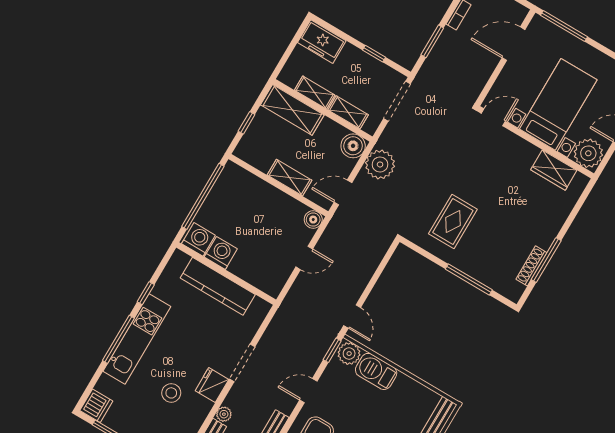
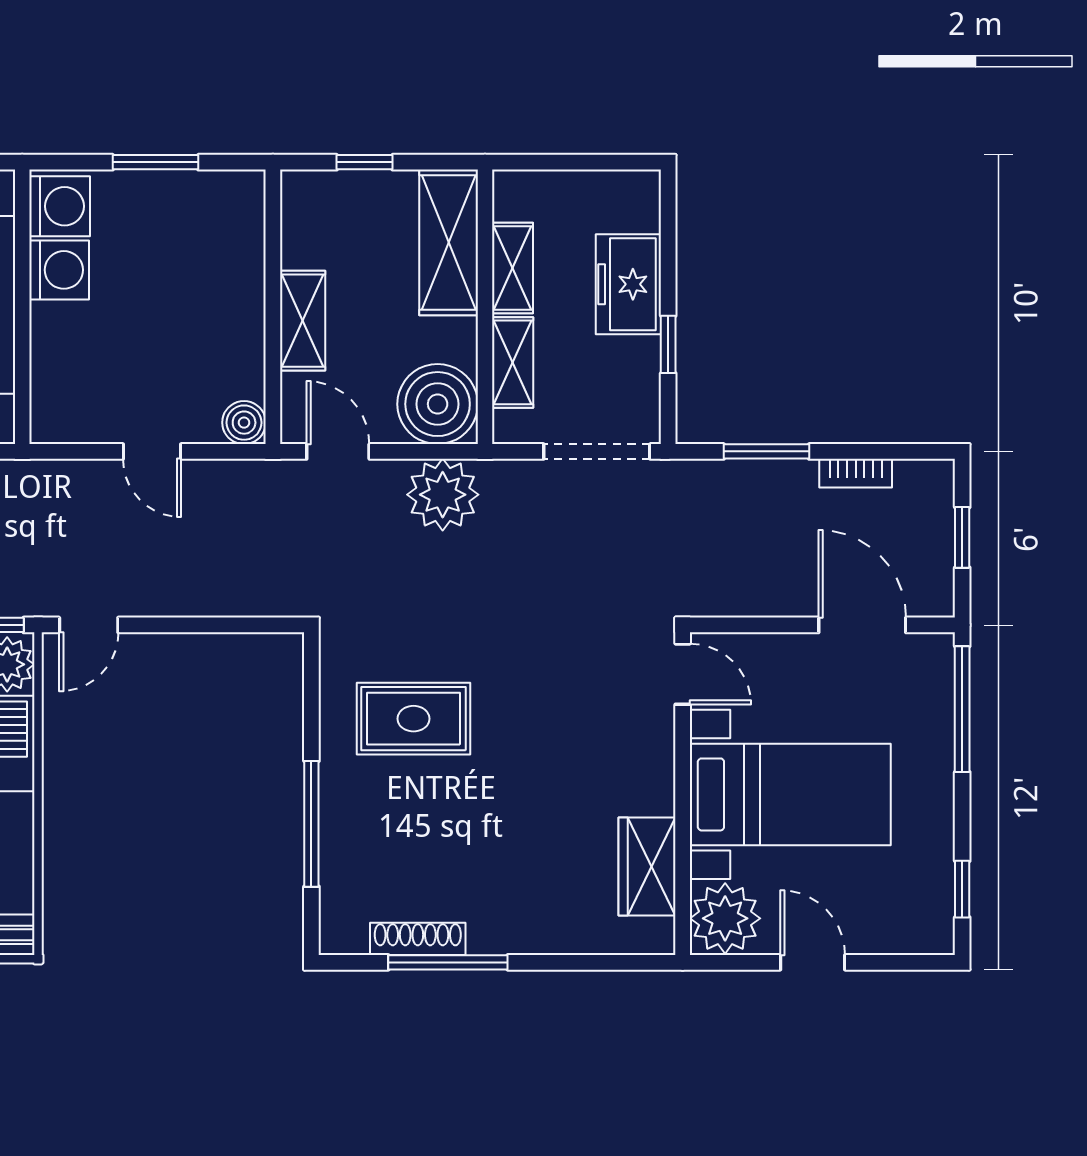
freezer: (322, 42) -> (628, 284), moved
boiler: (353, 146) -> (438, 404), width x1.37, depth x1.37
window: (203, 196) -> (155, 162), width x0.47

